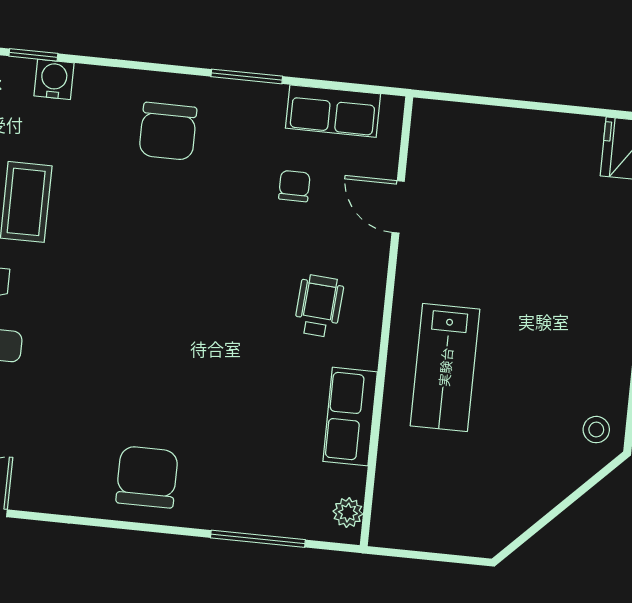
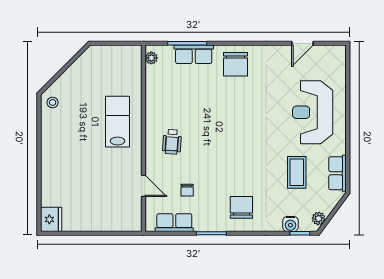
row of seats: (350, 417) -> (194, 54), moved, turned 90

